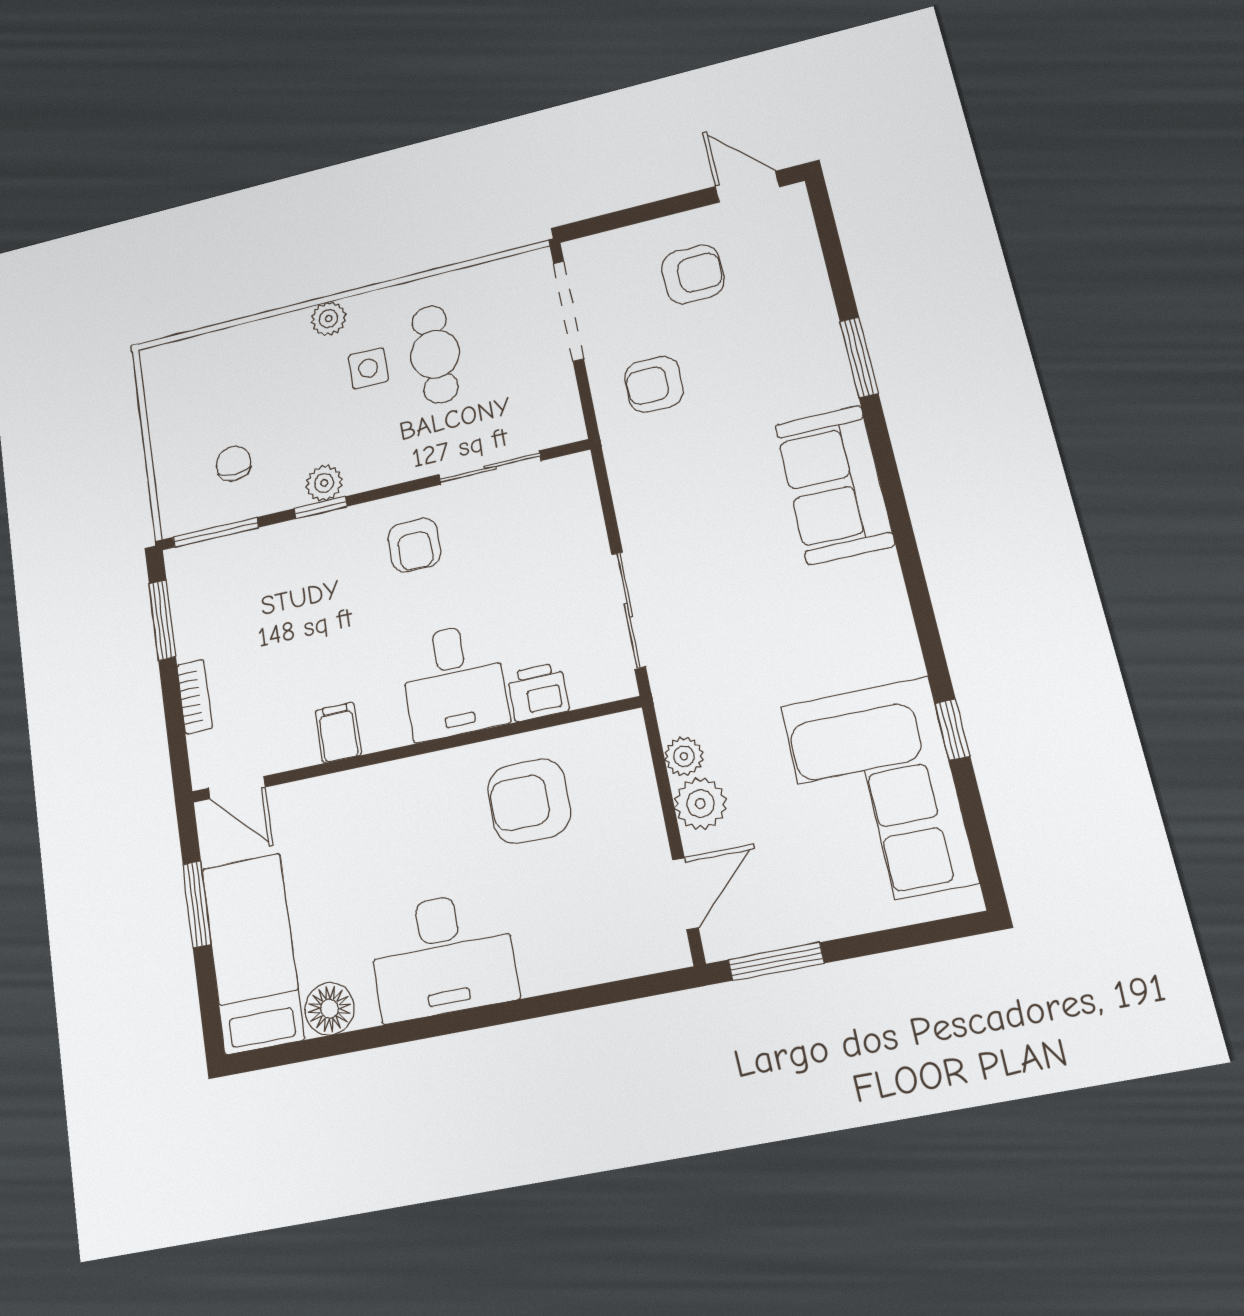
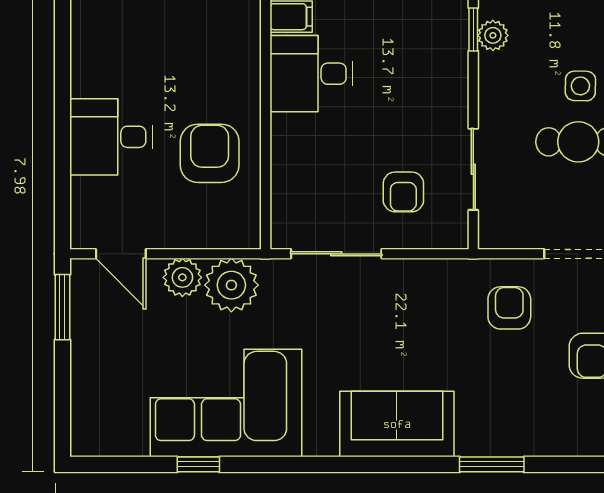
armchair: (414, 545) -> (403, 192), moved, turned -90
desk: (454, 681) -> (311, 74), moved
printer: (538, 692) -> (289, 175), removed
plant: (684, 756) -> (231, 285), width x1.87, depth x1.87
corner sofa: (878, 793) -> (226, 403), moved
desk: (442, 955) -> (111, 137), moved, width x0.73

